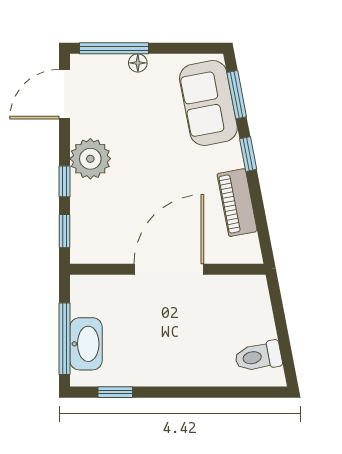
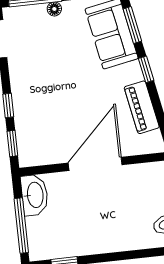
plant: (90, 159) -> (26, 86), removed
washbasin: (86, 344) -> (35, 195), moved

